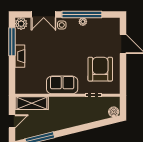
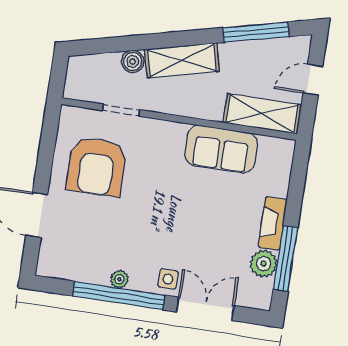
plant: (21, 24) -> (264, 264), moved
sofa: (62, 85) -> (221, 149), moved
boiler: (114, 112) -> (133, 61), moved
shelving: (70, 121) -> (182, 60), added

